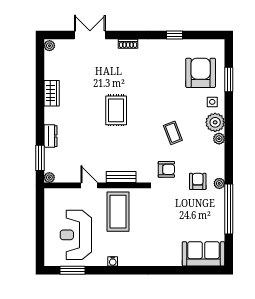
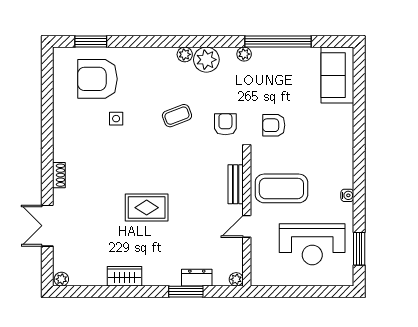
window: (175, 35) -> (47, 113), removed
window: (229, 79) -> (91, 42), moved
side table: (212, 102) -> (116, 119), moved
rug: (116, 110) -> (147, 208), moved
plant: (215, 122) -> (206, 60), moved
dresser: (51, 136) -> (197, 278), moved
window: (40, 158) -> (186, 292), moved
armchair: (198, 181) -> (274, 125), moved

